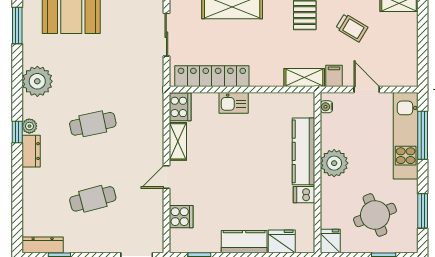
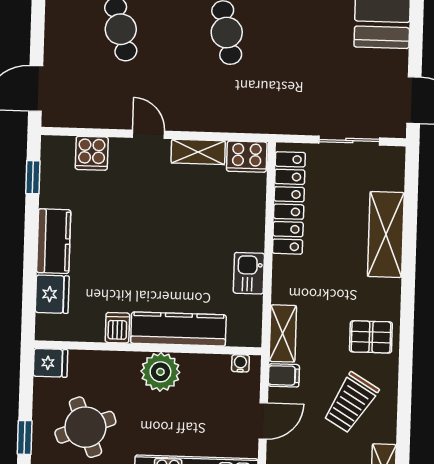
trolley: (352, 28) -> (351, 403), width x1.36, depth x1.39
kitchen sink: (234, 103) -> (249, 273), moved

